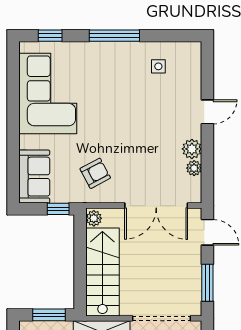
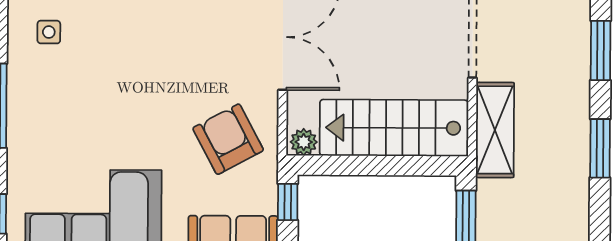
armchair: (95, 173) -> (228, 139), width x1.38, depth x1.38

